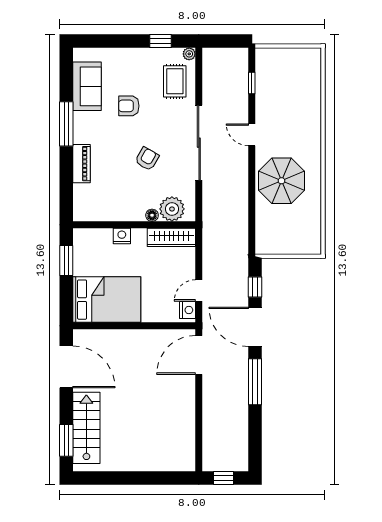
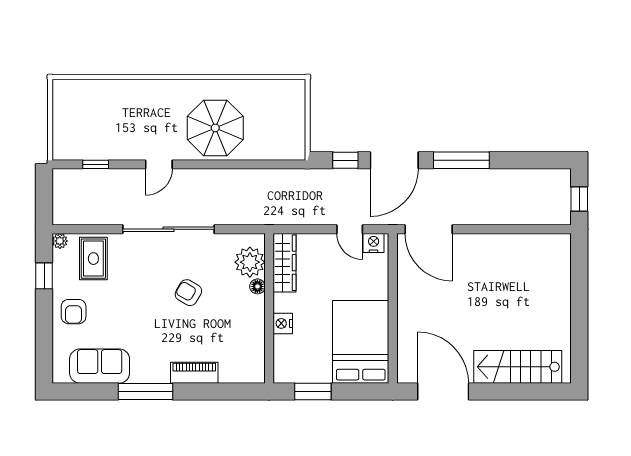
rug: (175, 81) -> (93, 259), turned 90
armchair: (129, 106) -> (74, 312), moved
door: (66, 367) -> (443, 391), hinge flipped
window: (66, 440) -> (533, 391), removed

